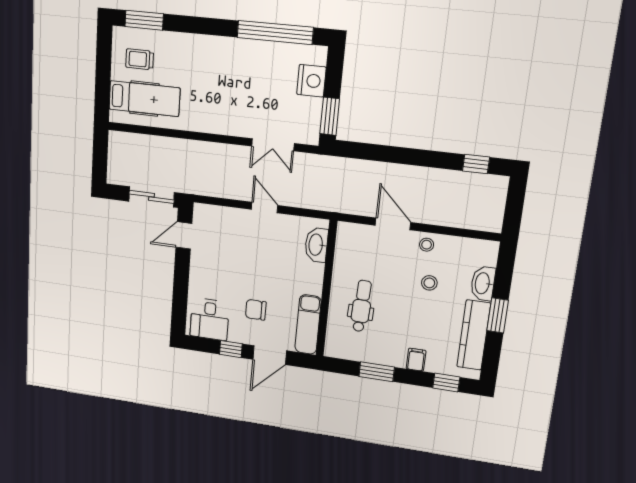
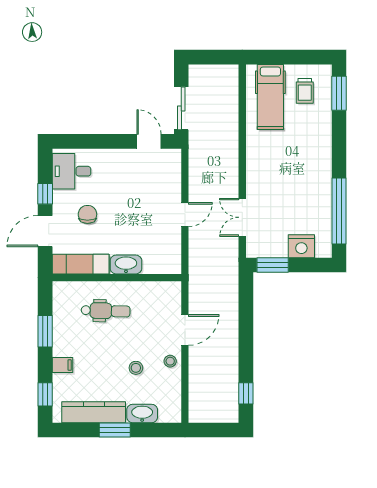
trolley: (140, 59) -> (305, 91), turned 180
washbasin: (316, 245) -> (126, 264), moved
door: (270, 355) -> (45, 231), hinge flipped

